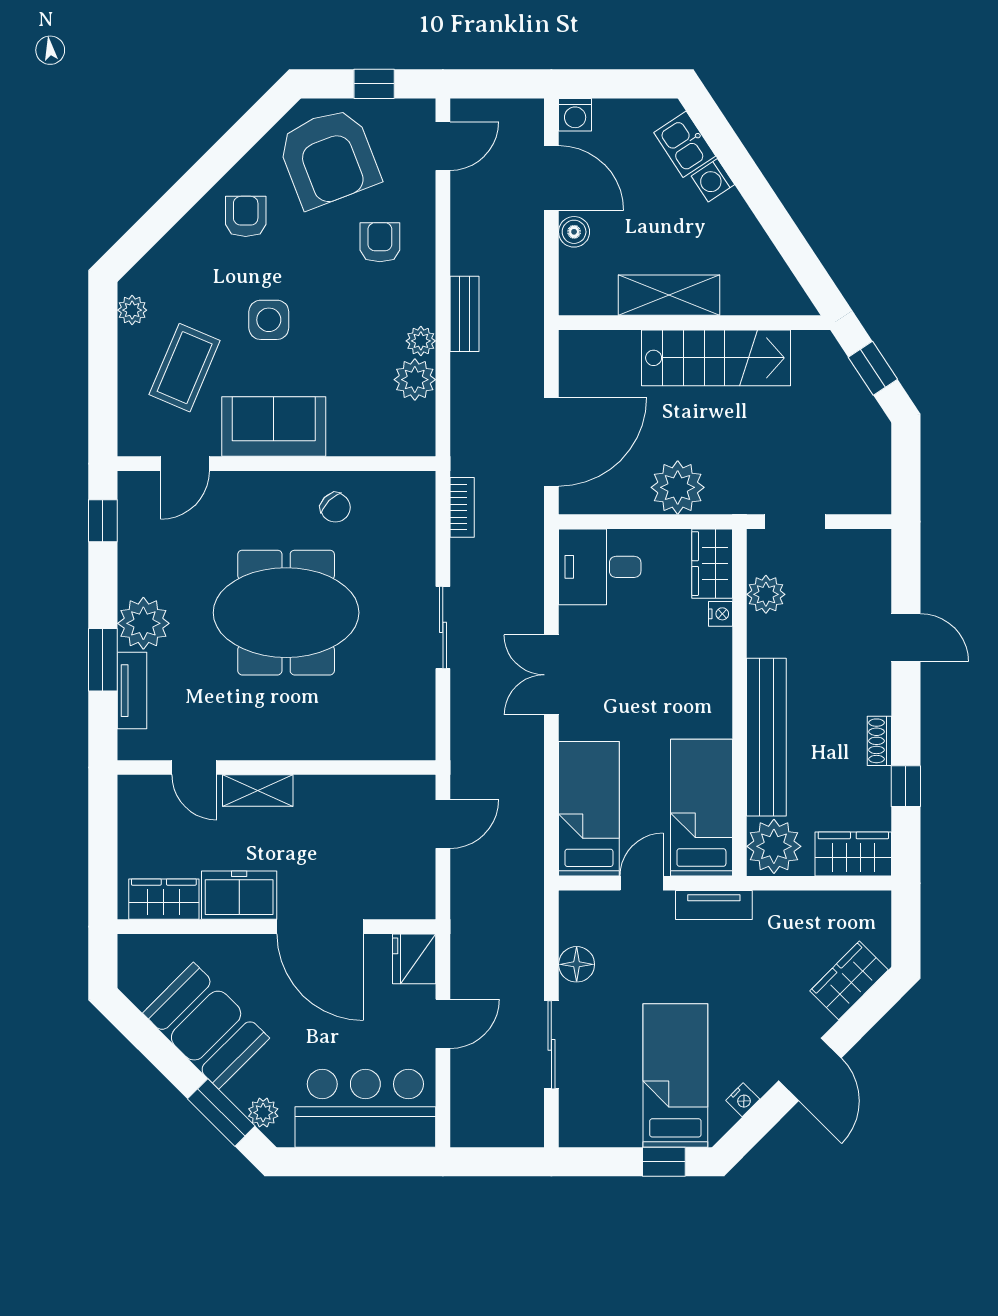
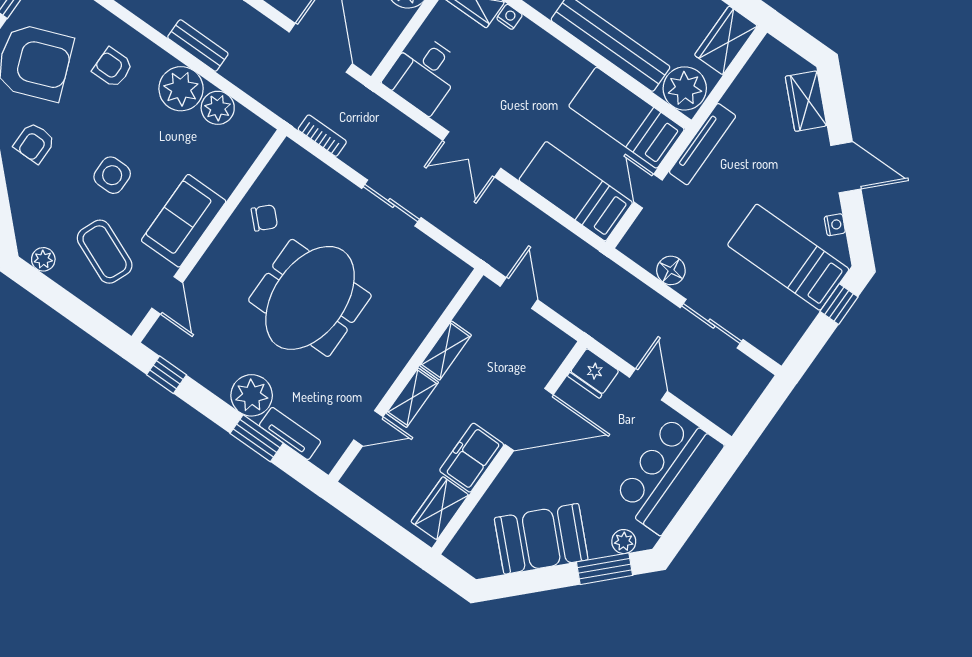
armchair: (246, 216) -> (34, 143), turned -90
plant: (421, 341) -> (181, 89), width x1.87, depth x1.87
shelving: (330, 790) -> (446, 350), added
tv unit: (714, 905) -> (703, 144), width x1.41

